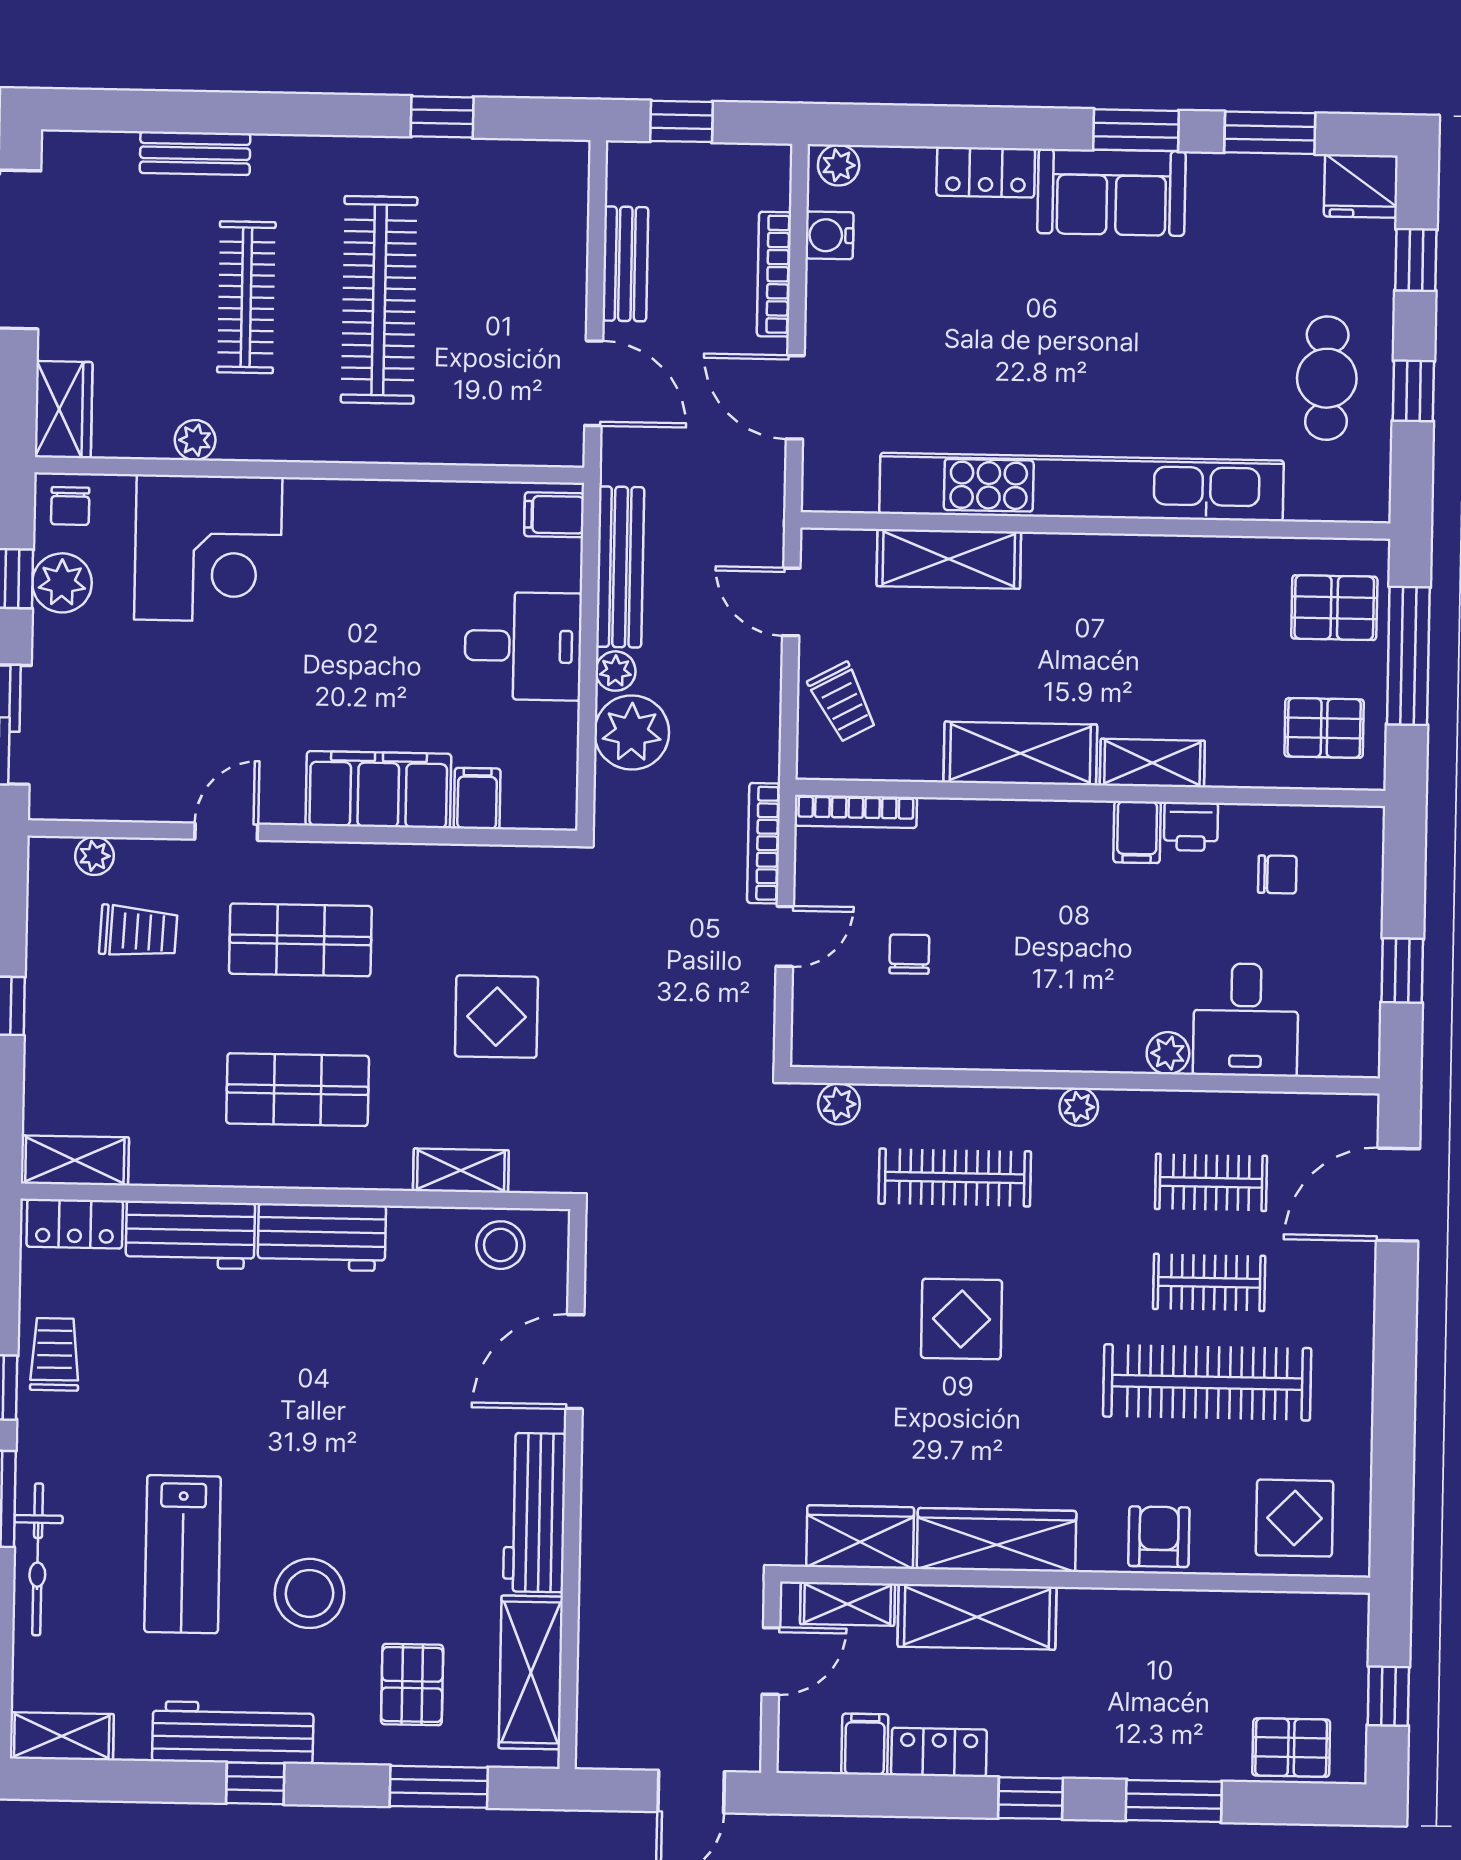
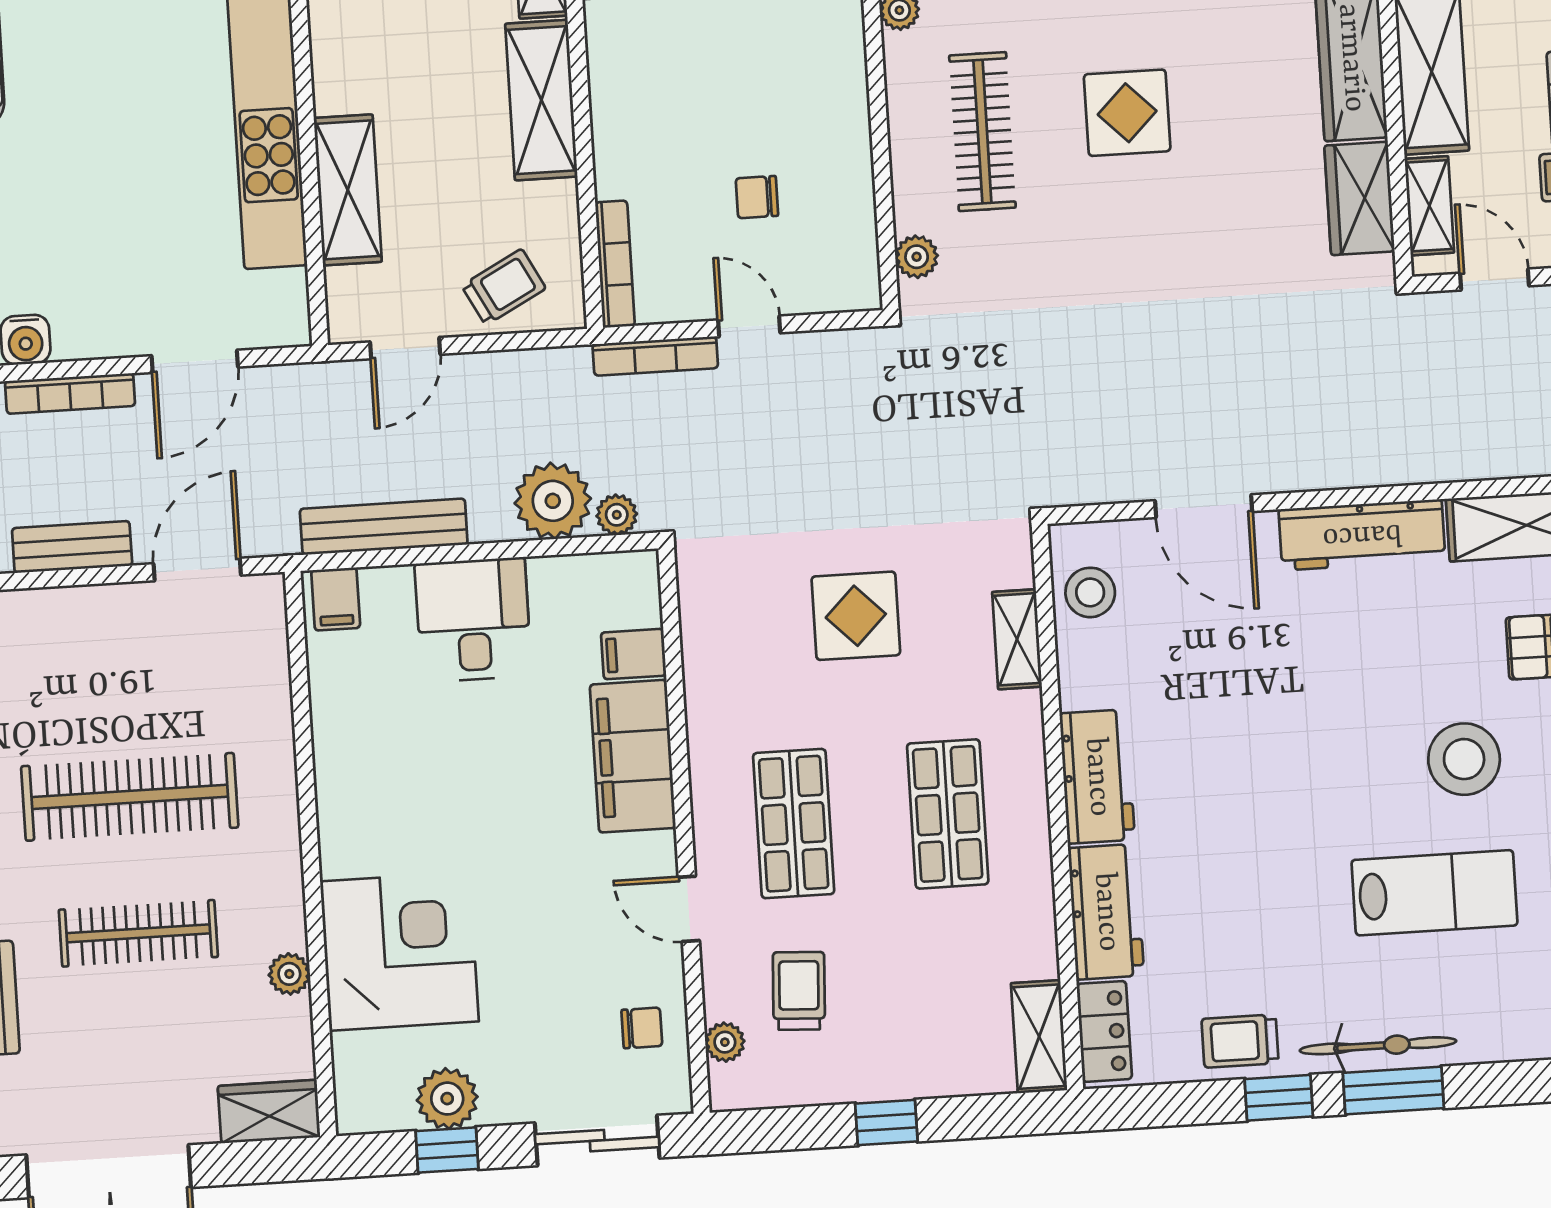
chair: (70, 506) -> (642, 1028), moved
plant: (616, 671) -> (617, 515), moved
bicycle: (38, 1559) -> (1378, 1046), moved

